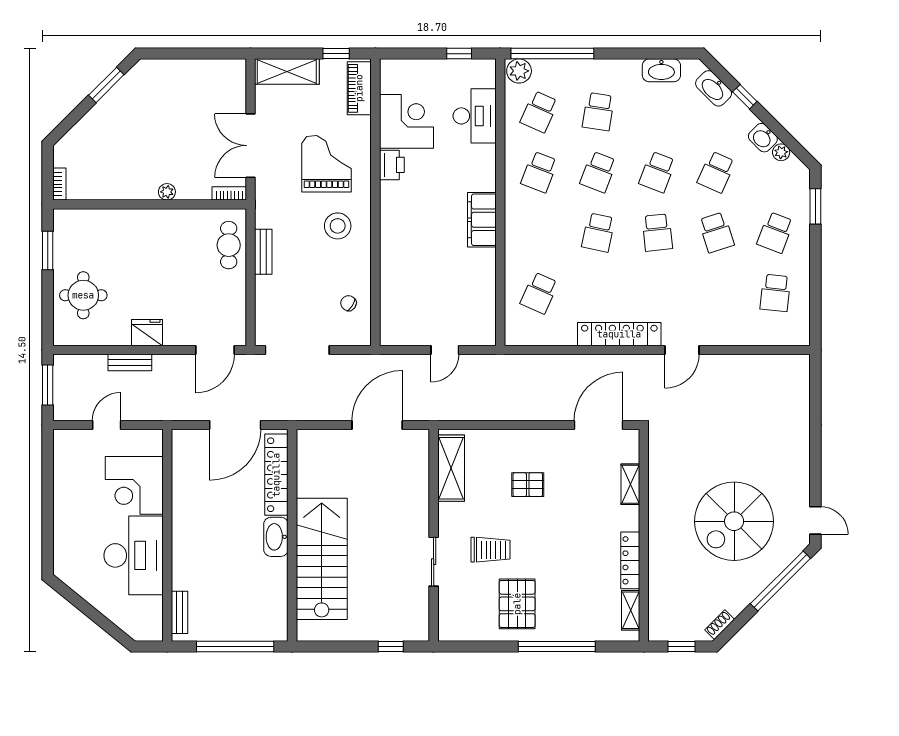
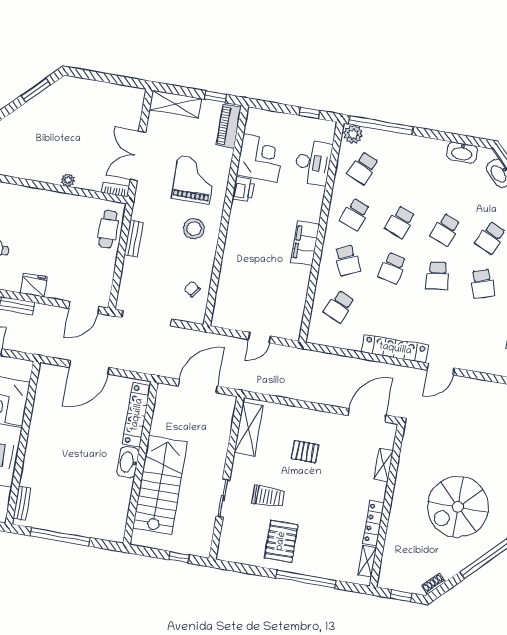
school desk: (598, 112) -> (347, 260), moved, turned -33
locker: (276, 475) -> (137, 415), moved
wall: (292, 535) -> (141, 463), moved
washbasin: (276, 537) -> (128, 462), moved
stairs: (322, 559) -> (160, 485), moved

